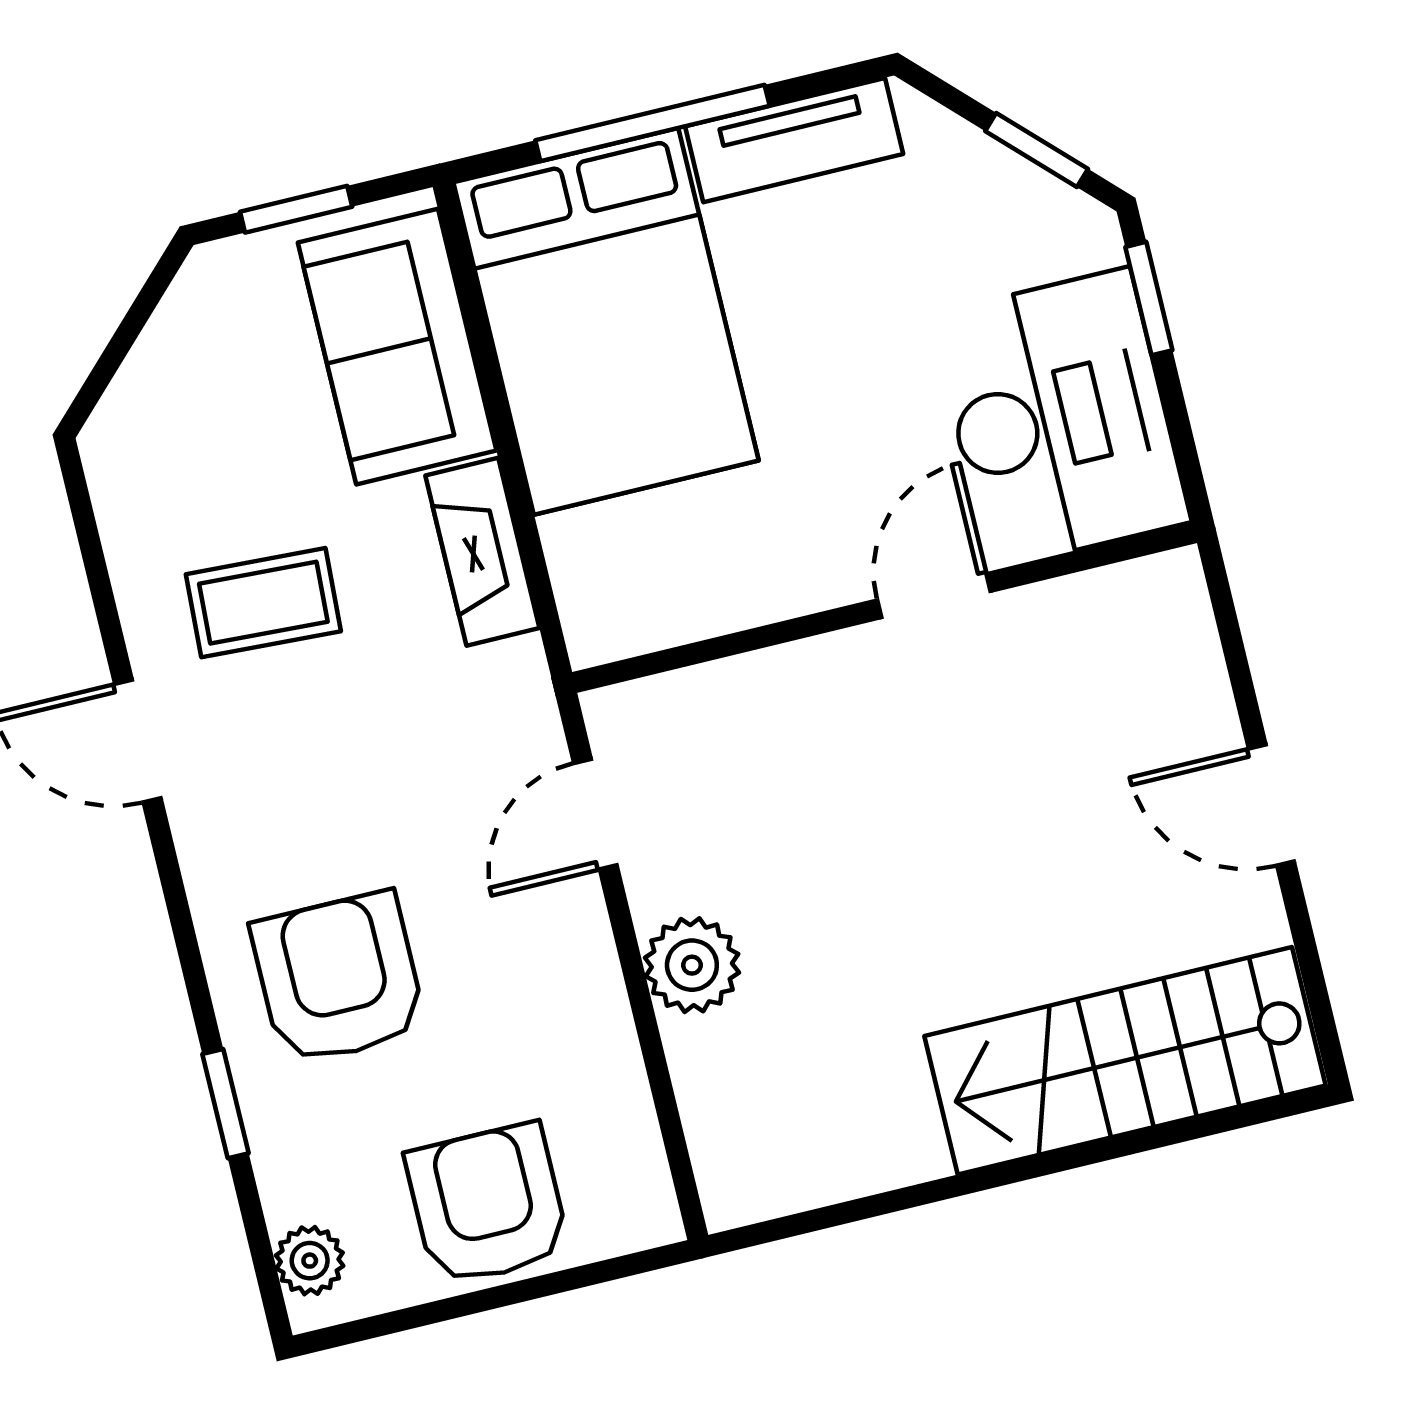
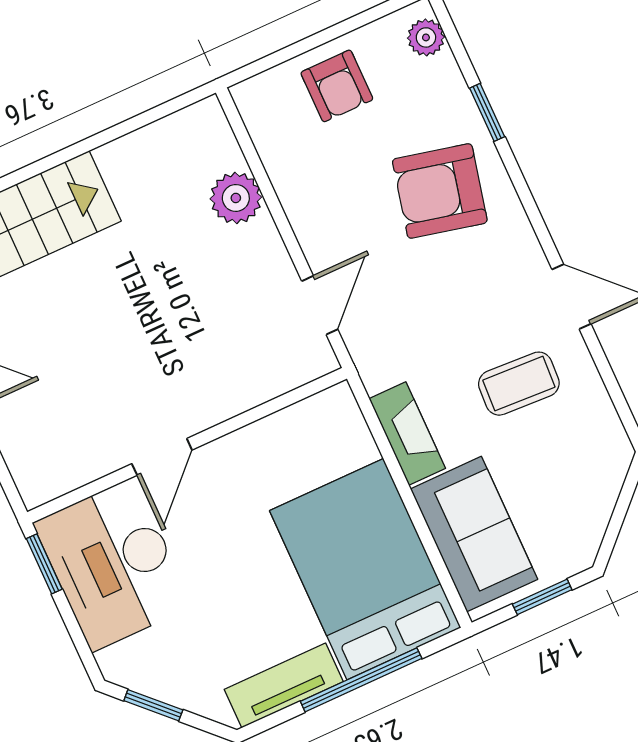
window: (1149, 299) -> (44, 564), moved
plant: (692, 965) -> (236, 198), moved
armchair: (339, 978) -> (440, 191), turned 103
armchair: (488, 1204) -> (337, 86), width x0.72, depth x0.72

